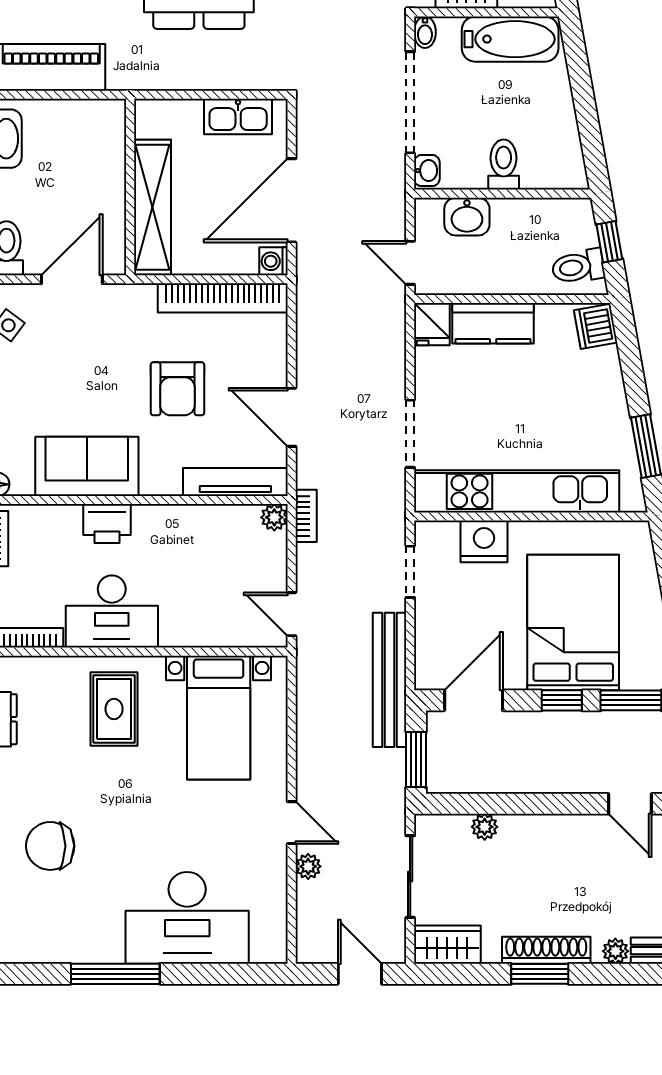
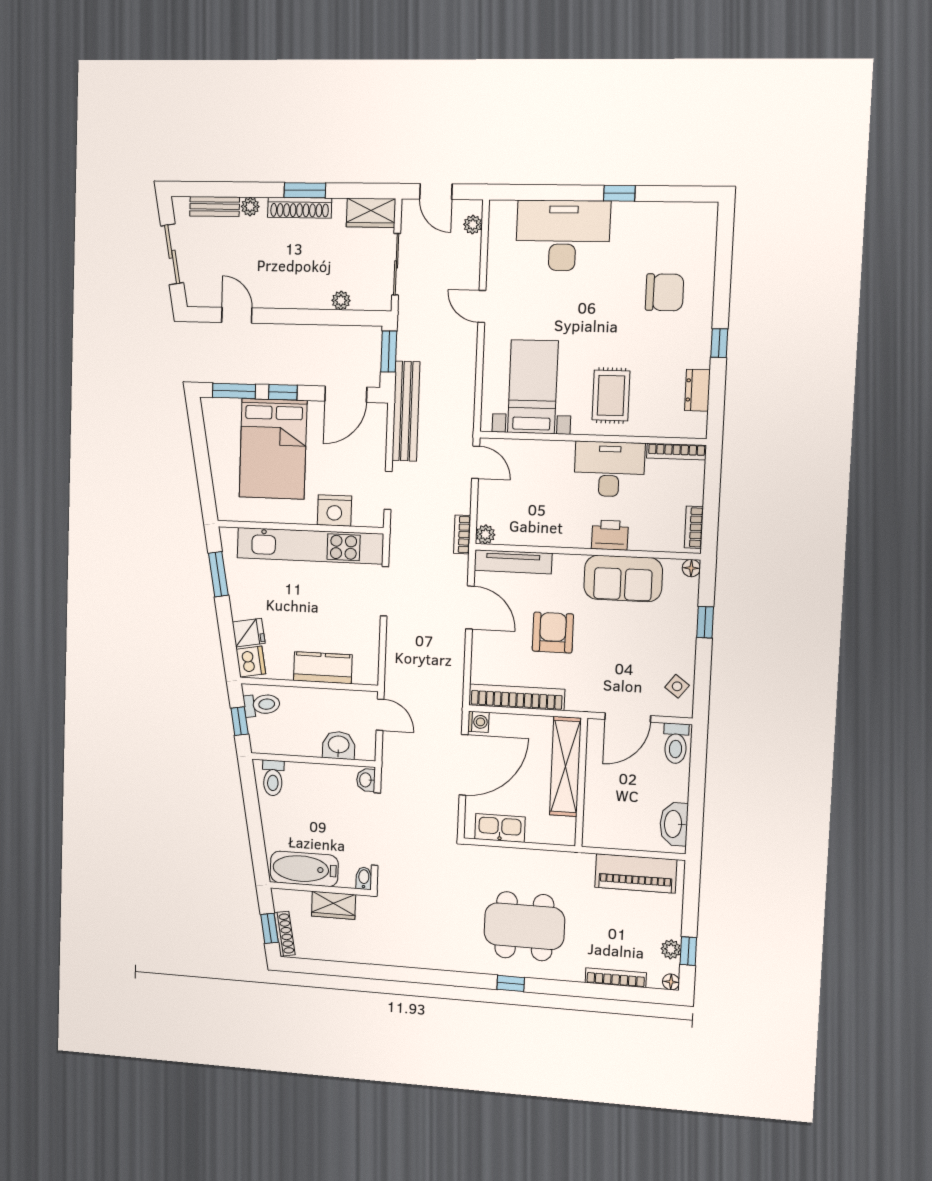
toilet: (504, 165) -> (273, 778), moved
fridge: (432, 324) -> (249, 633), moved, turned 80
plant: (308, 866) -> (473, 225), moved
window: (115, 974) -> (619, 193), width x0.46

